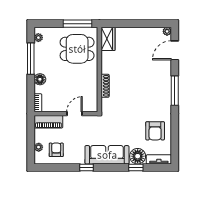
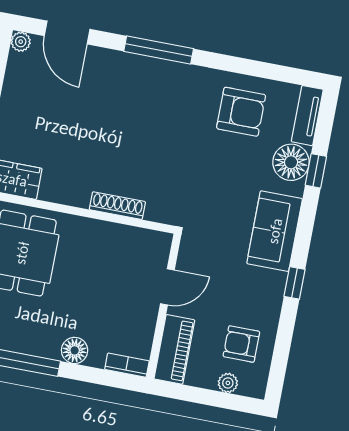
door: (74, 114) -> (167, 287), swing flipped
sofa: (107, 155) -> (275, 231), width x0.73

